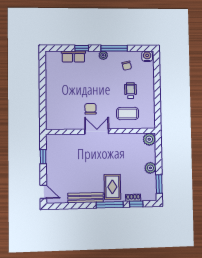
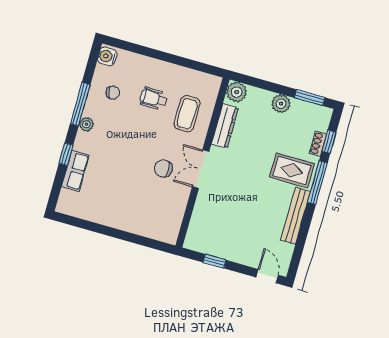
dresser: (127, 138) -> (225, 126), added
door: (43, 192) -> (267, 276), hinge flipped

